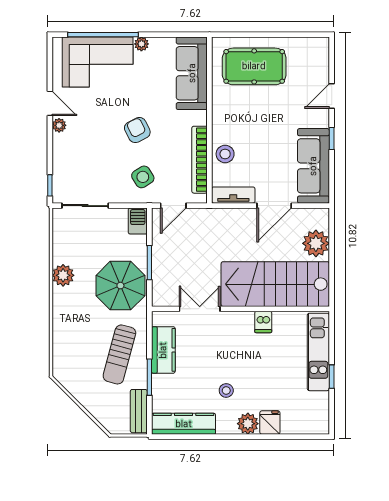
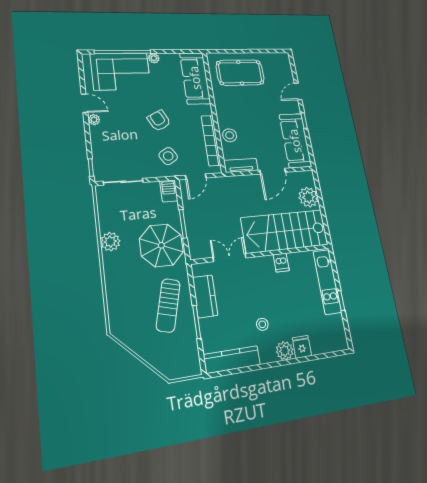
bench: (139, 411) -> (192, 354), removed

